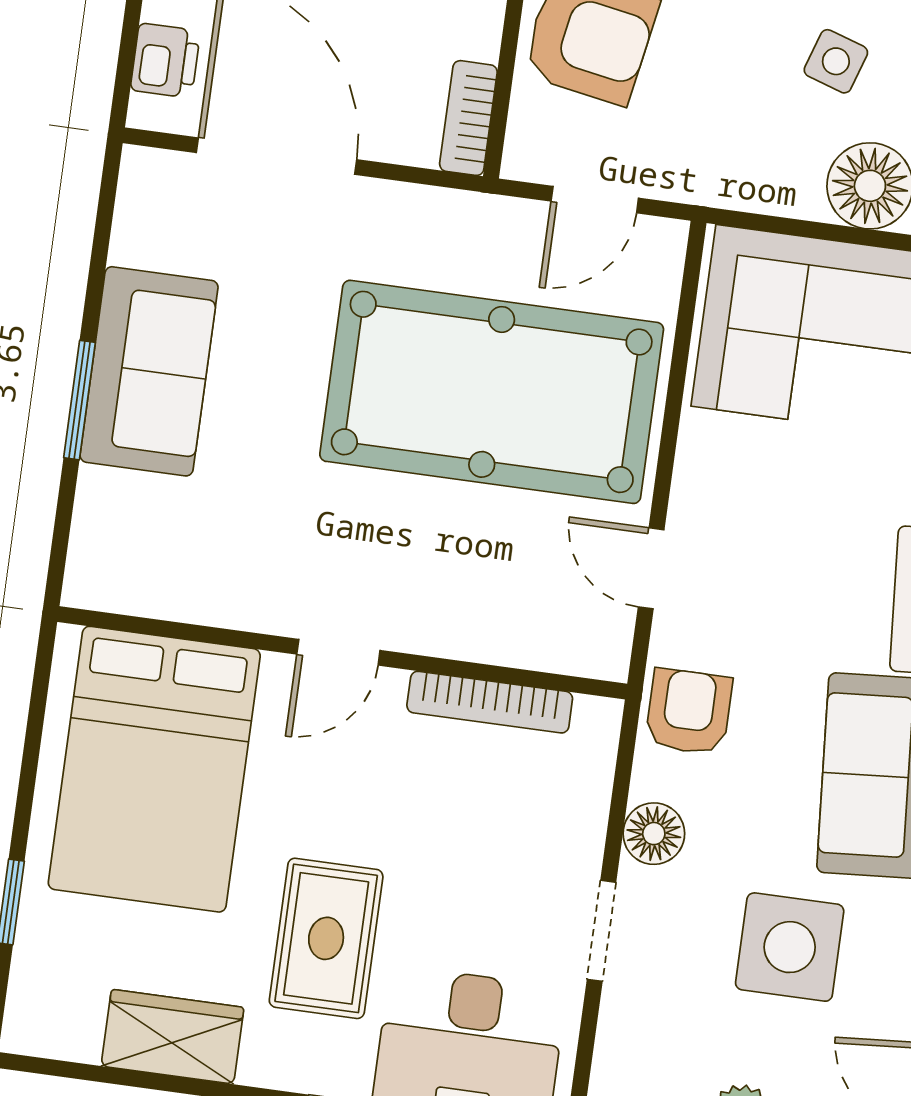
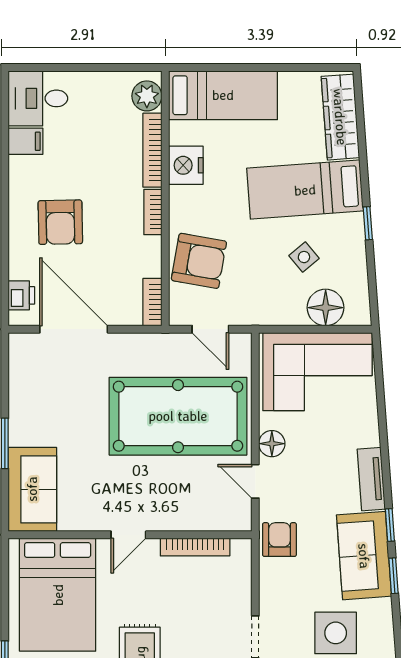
side table: (836, 61) -> (304, 257), turned 32
door: (595, 200) -> (210, 329), hinge flipped
sofa: (149, 371) -> (32, 489), moved
floor lamp: (654, 834) -> (272, 444), moved

